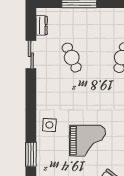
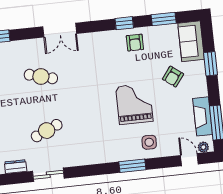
side table: (49, 125) -> (149, 142), moved
window: (31, 154) -> (132, 166), moved

